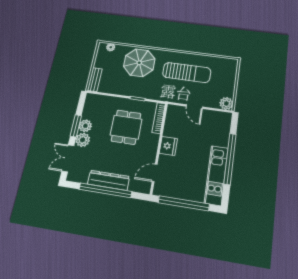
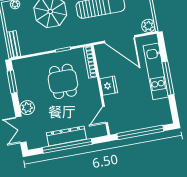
door: (194, 107) -> (120, 39), width x1.87
window: (76, 126) -> (12, 82), moved
plant: (85, 126) -> (24, 93), removed
window: (230, 159) -> (168, 78), width x0.68
kitchen unit: (216, 175) -> (156, 71), moved

